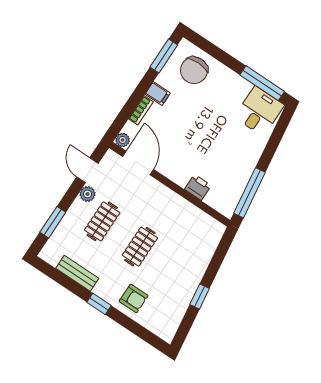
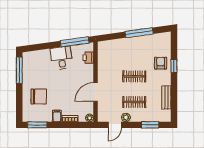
chair: (194, 70) -> (39, 97), moved
desk: (259, 111) -> (61, 58), moved, turned 82
door: (138, 163) -> (96, 92), moved
printer: (198, 187) -> (88, 58), moved
window: (200, 297) -> (139, 33), width x2.17
window: (99, 304) -> (174, 66), moved

